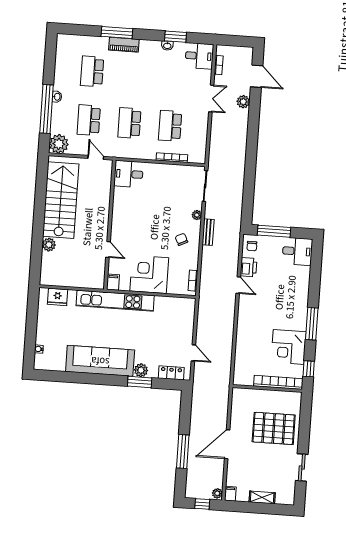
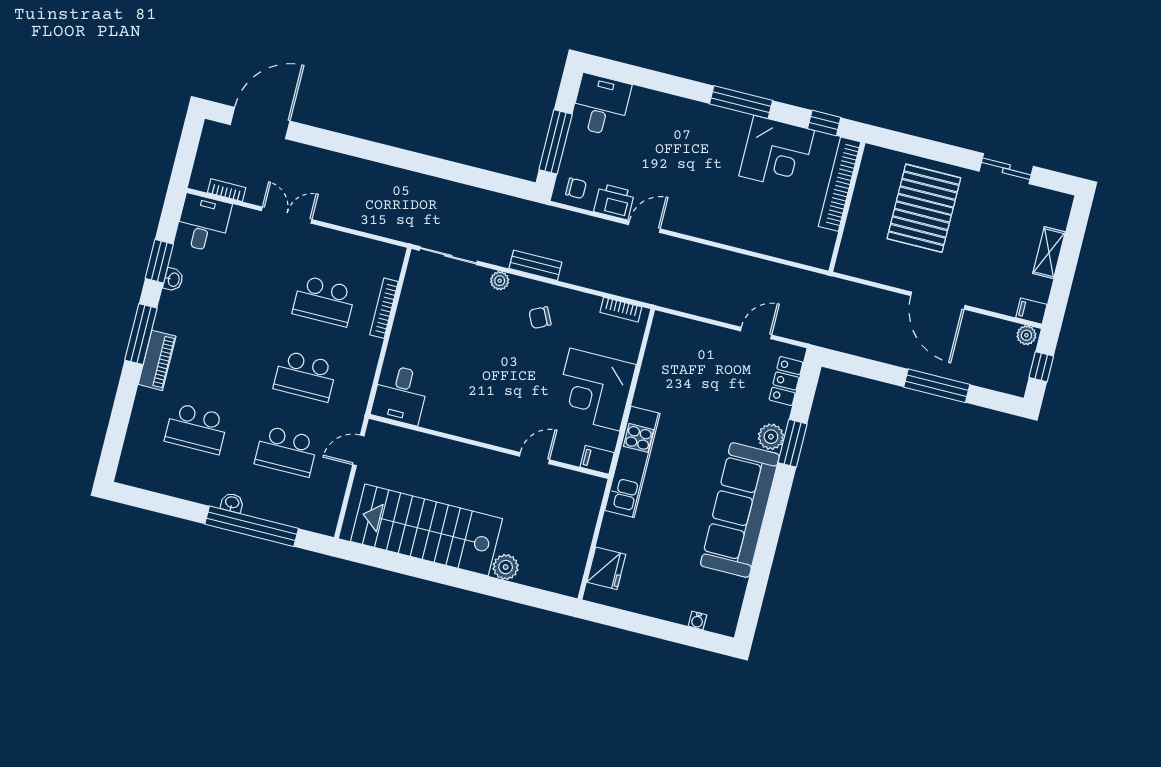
window: (117, 33) -> (141, 334), moved
door: (257, 76) -> (260, 123), width x1.36
plant: (243, 102) -> (303, 156), removed
plant: (59, 144) -> (321, 515), removed
kitchen unit: (115, 301) -> (632, 462), width x0.73

